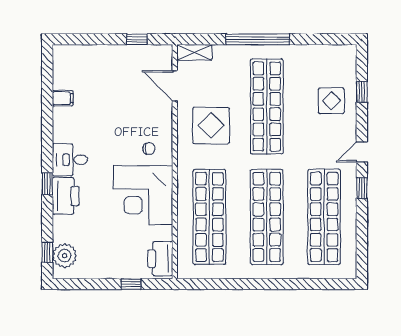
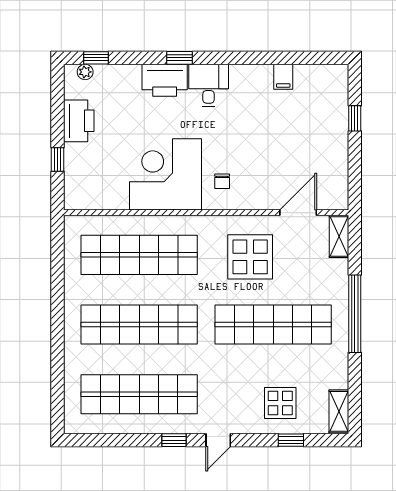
window: (137, 39) -> (355, 118), moved
shelving: (338, 52) -> (339, 411), added
door: (362, 152) -> (218, 440), swing flipped
plant: (64, 256) -> (85, 72), width x0.53, depth x0.53
printer: (160, 259) -> (79, 121), moved, turned 90

